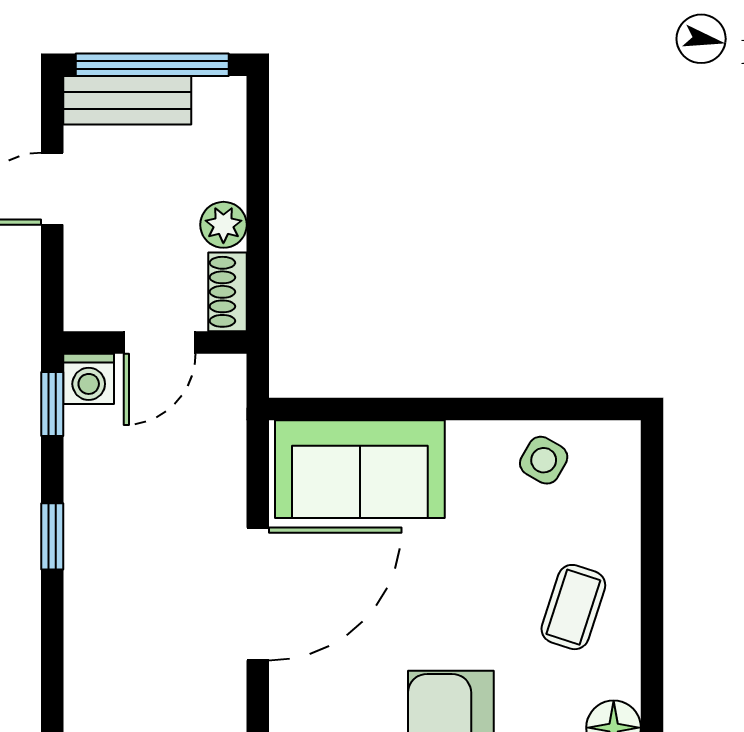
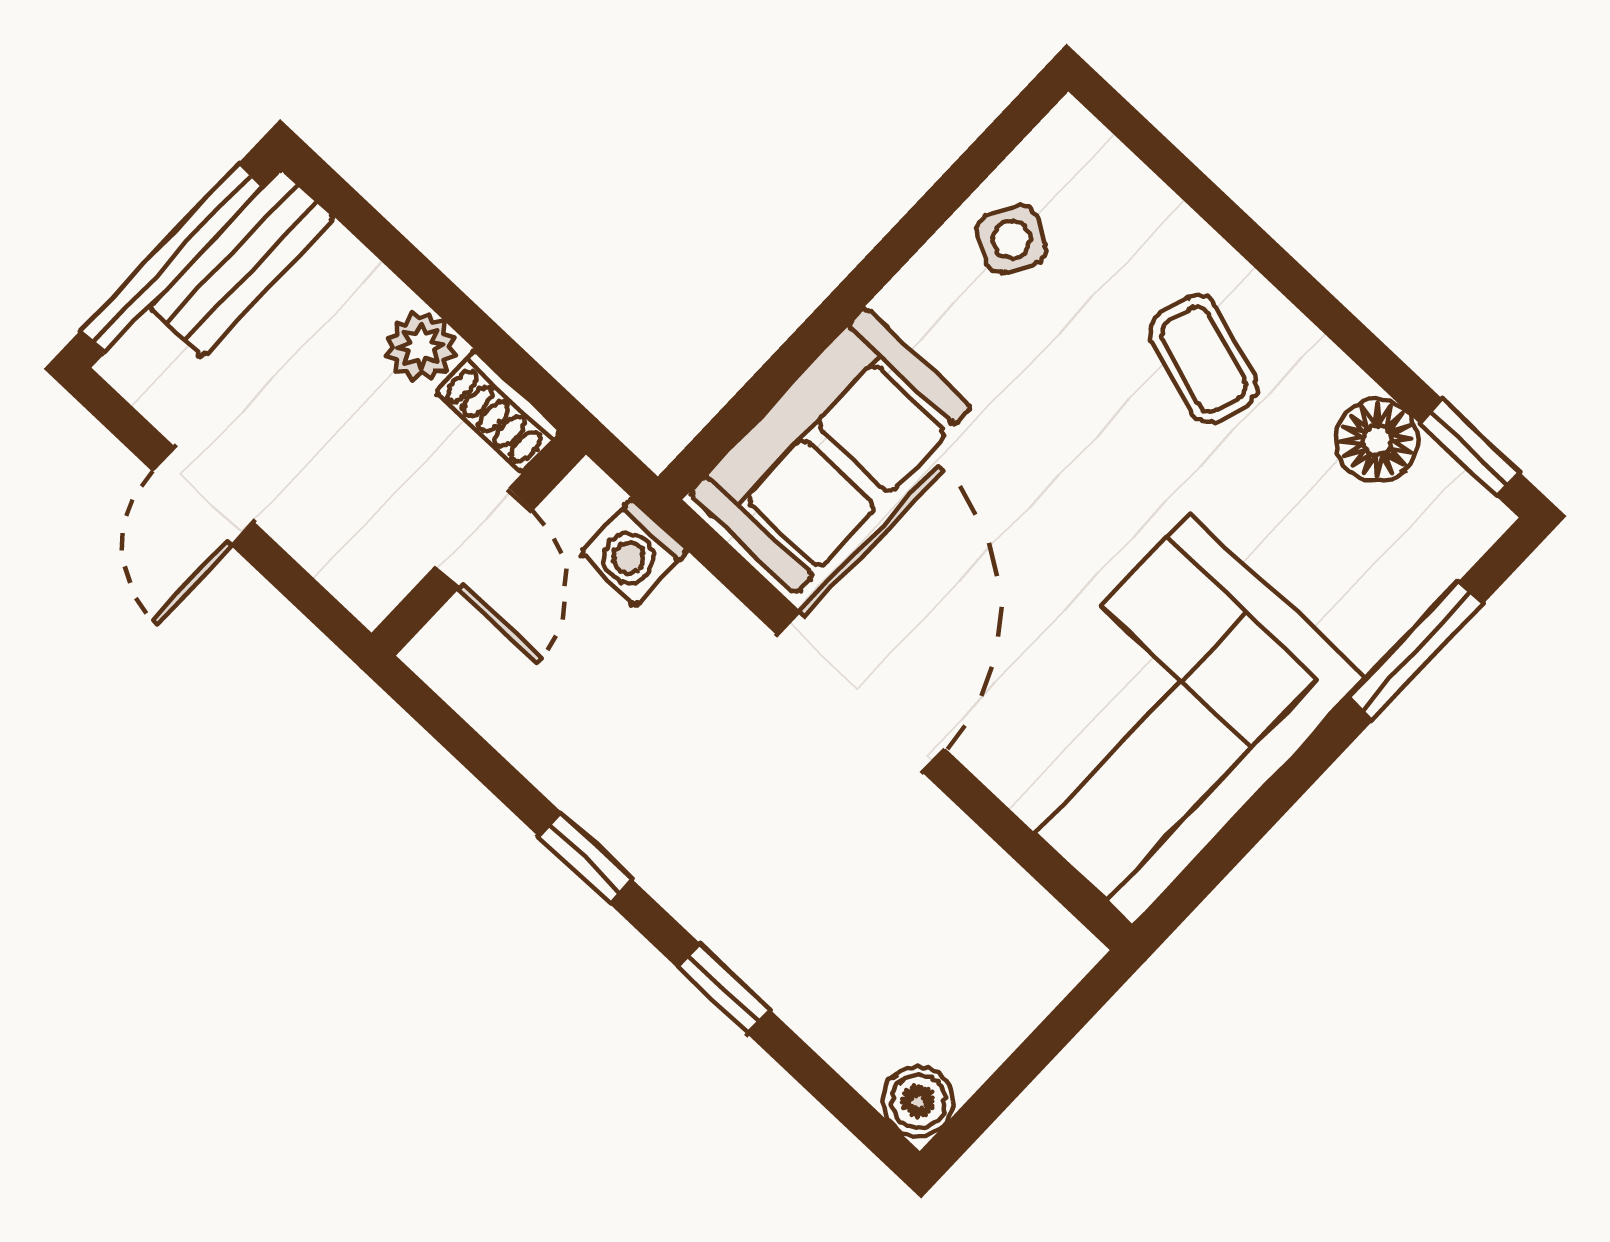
bench: (127, 100) -> (242, 262), moved
washing machine: (89, 379) -> (634, 552), moved, turned 90
window: (52, 404) -> (724, 989), moved

